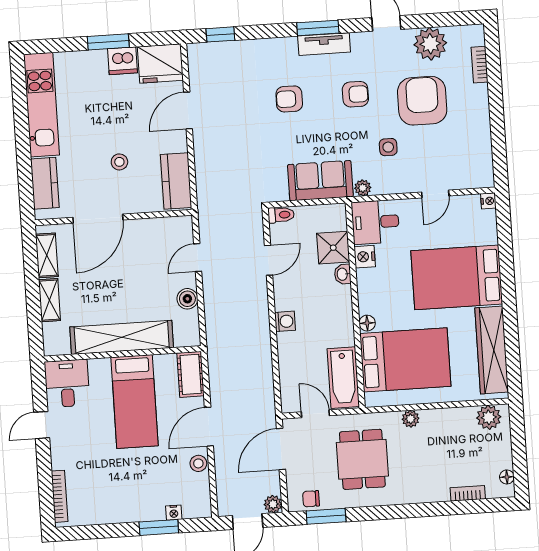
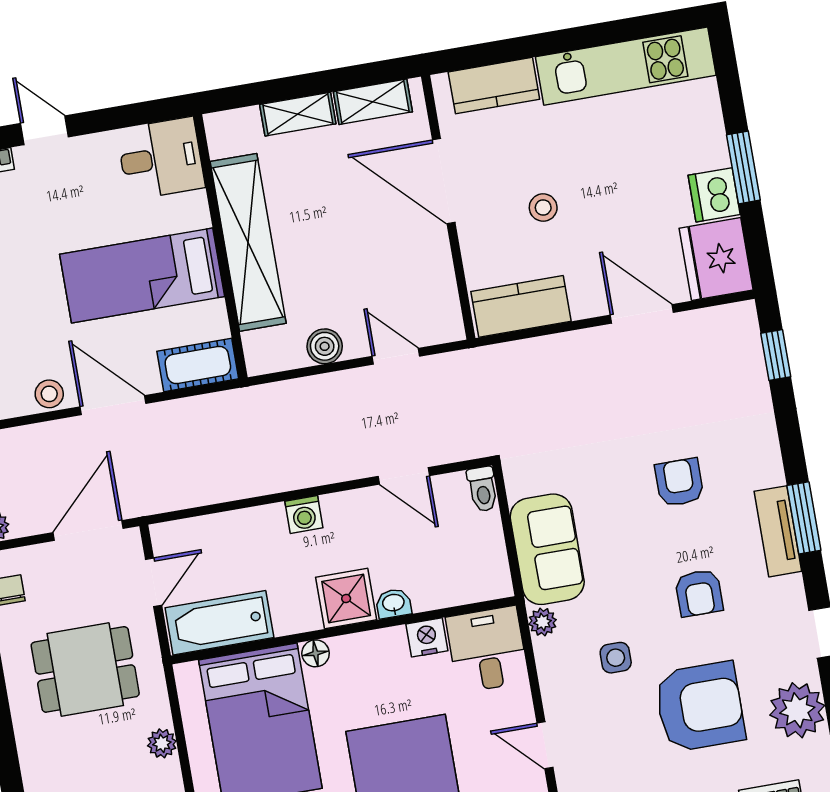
shower: (333, 248) -> (346, 599), moved
door: (42, 425) -> (45, 130), moved
door: (281, 449) -> (88, 531), hinge flipped

